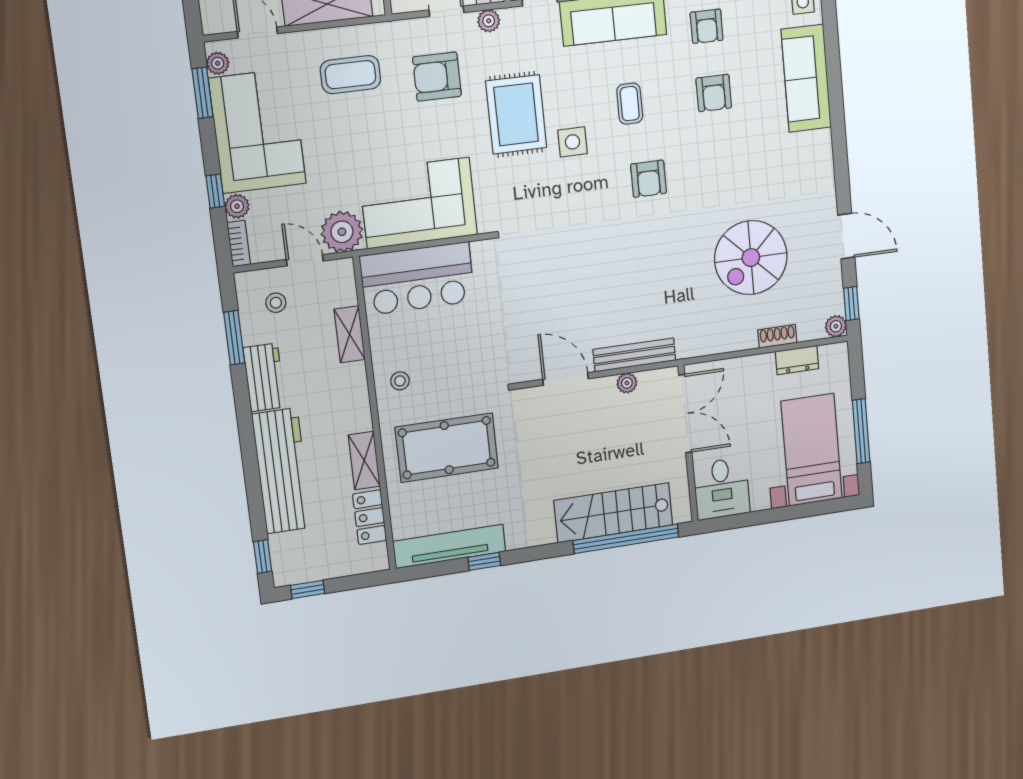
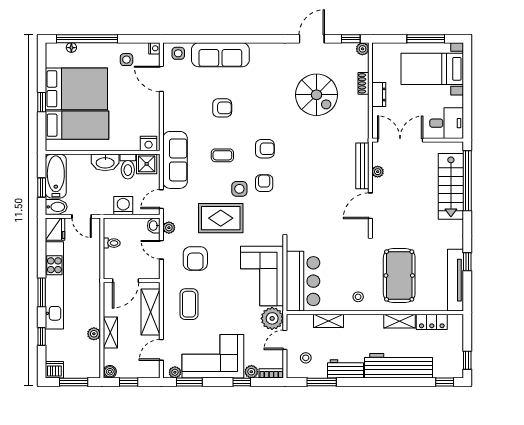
armchair: (707, 26) -> (264, 183), moved, turned -90
dresser: (797, 360) -> (379, 94), moved

